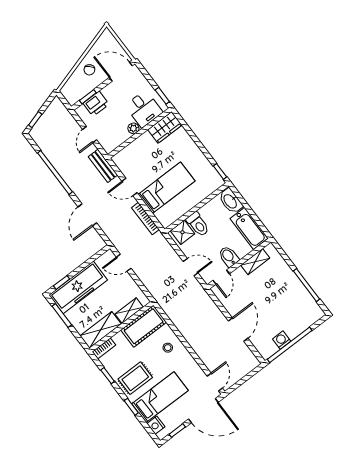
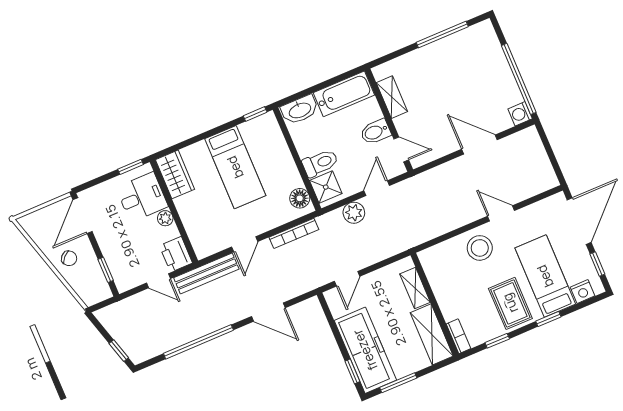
printer: (96, 104) -> (176, 254), moved, turned 180
bench: (103, 166) -> (206, 273), width x1.36
bed: (166, 188) -> (235, 167), moved, turned 180
floor lamp: (170, 216) -> (300, 198), added
plant: (170, 256) -> (354, 213), added
cot: (144, 326) -> (442, 274), removed
washing machine: (282, 340) -> (520, 114), moved
stool: (168, 348) -> (480, 248), width x1.89, depth x1.89
door: (215, 382) -> (501, 213), moved

